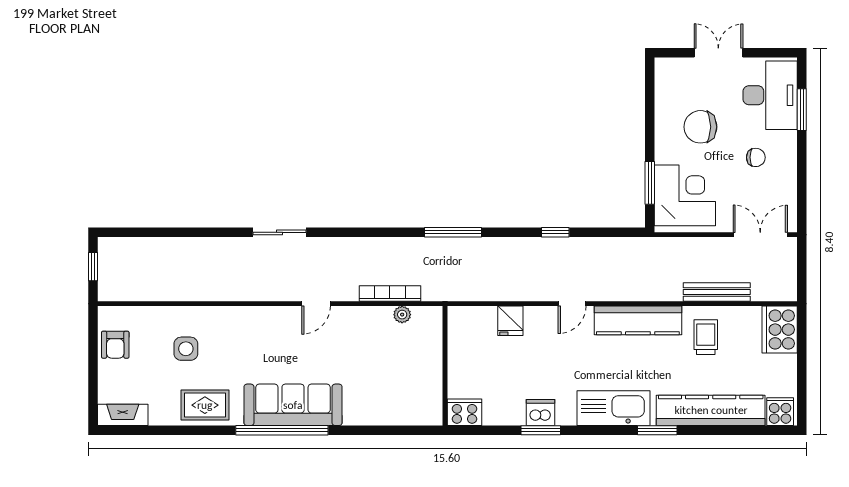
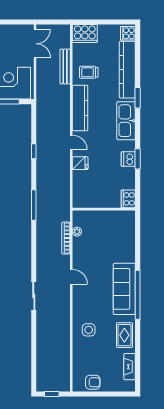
double door: (760, 235) -> (35, 44), swing flipped
fridge: (510, 321) -> (80, 163), moved
side table: (186, 349) -> (89, 330), moved
fireplace: (123, 415) -> (130, 367), moved

